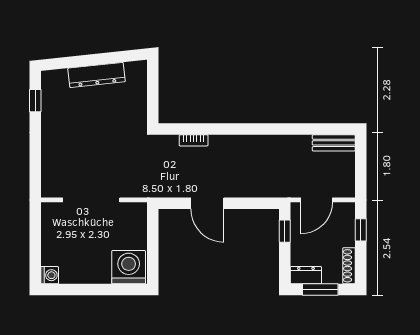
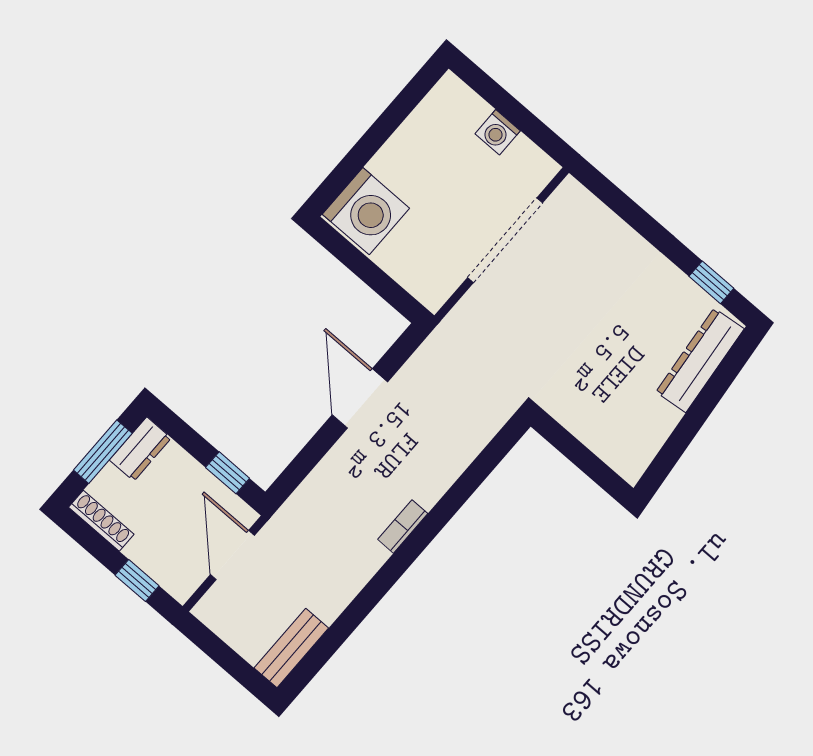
dresser: (97, 75) -> (700, 360), moved
bookcase: (194, 140) -> (403, 526), moved
door: (207, 203) -> (360, 398), hinge flipped
washing machine: (50, 275) -> (498, 132), moved

